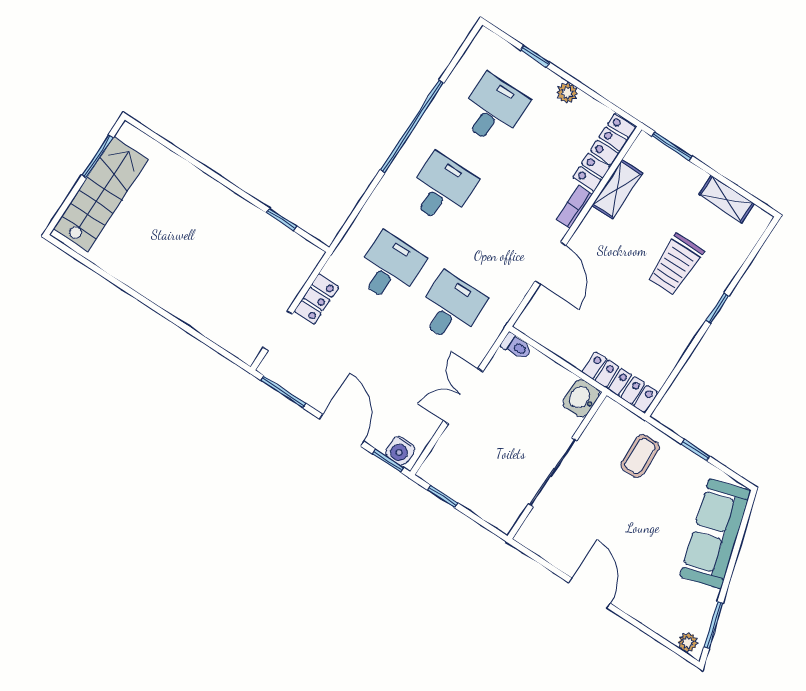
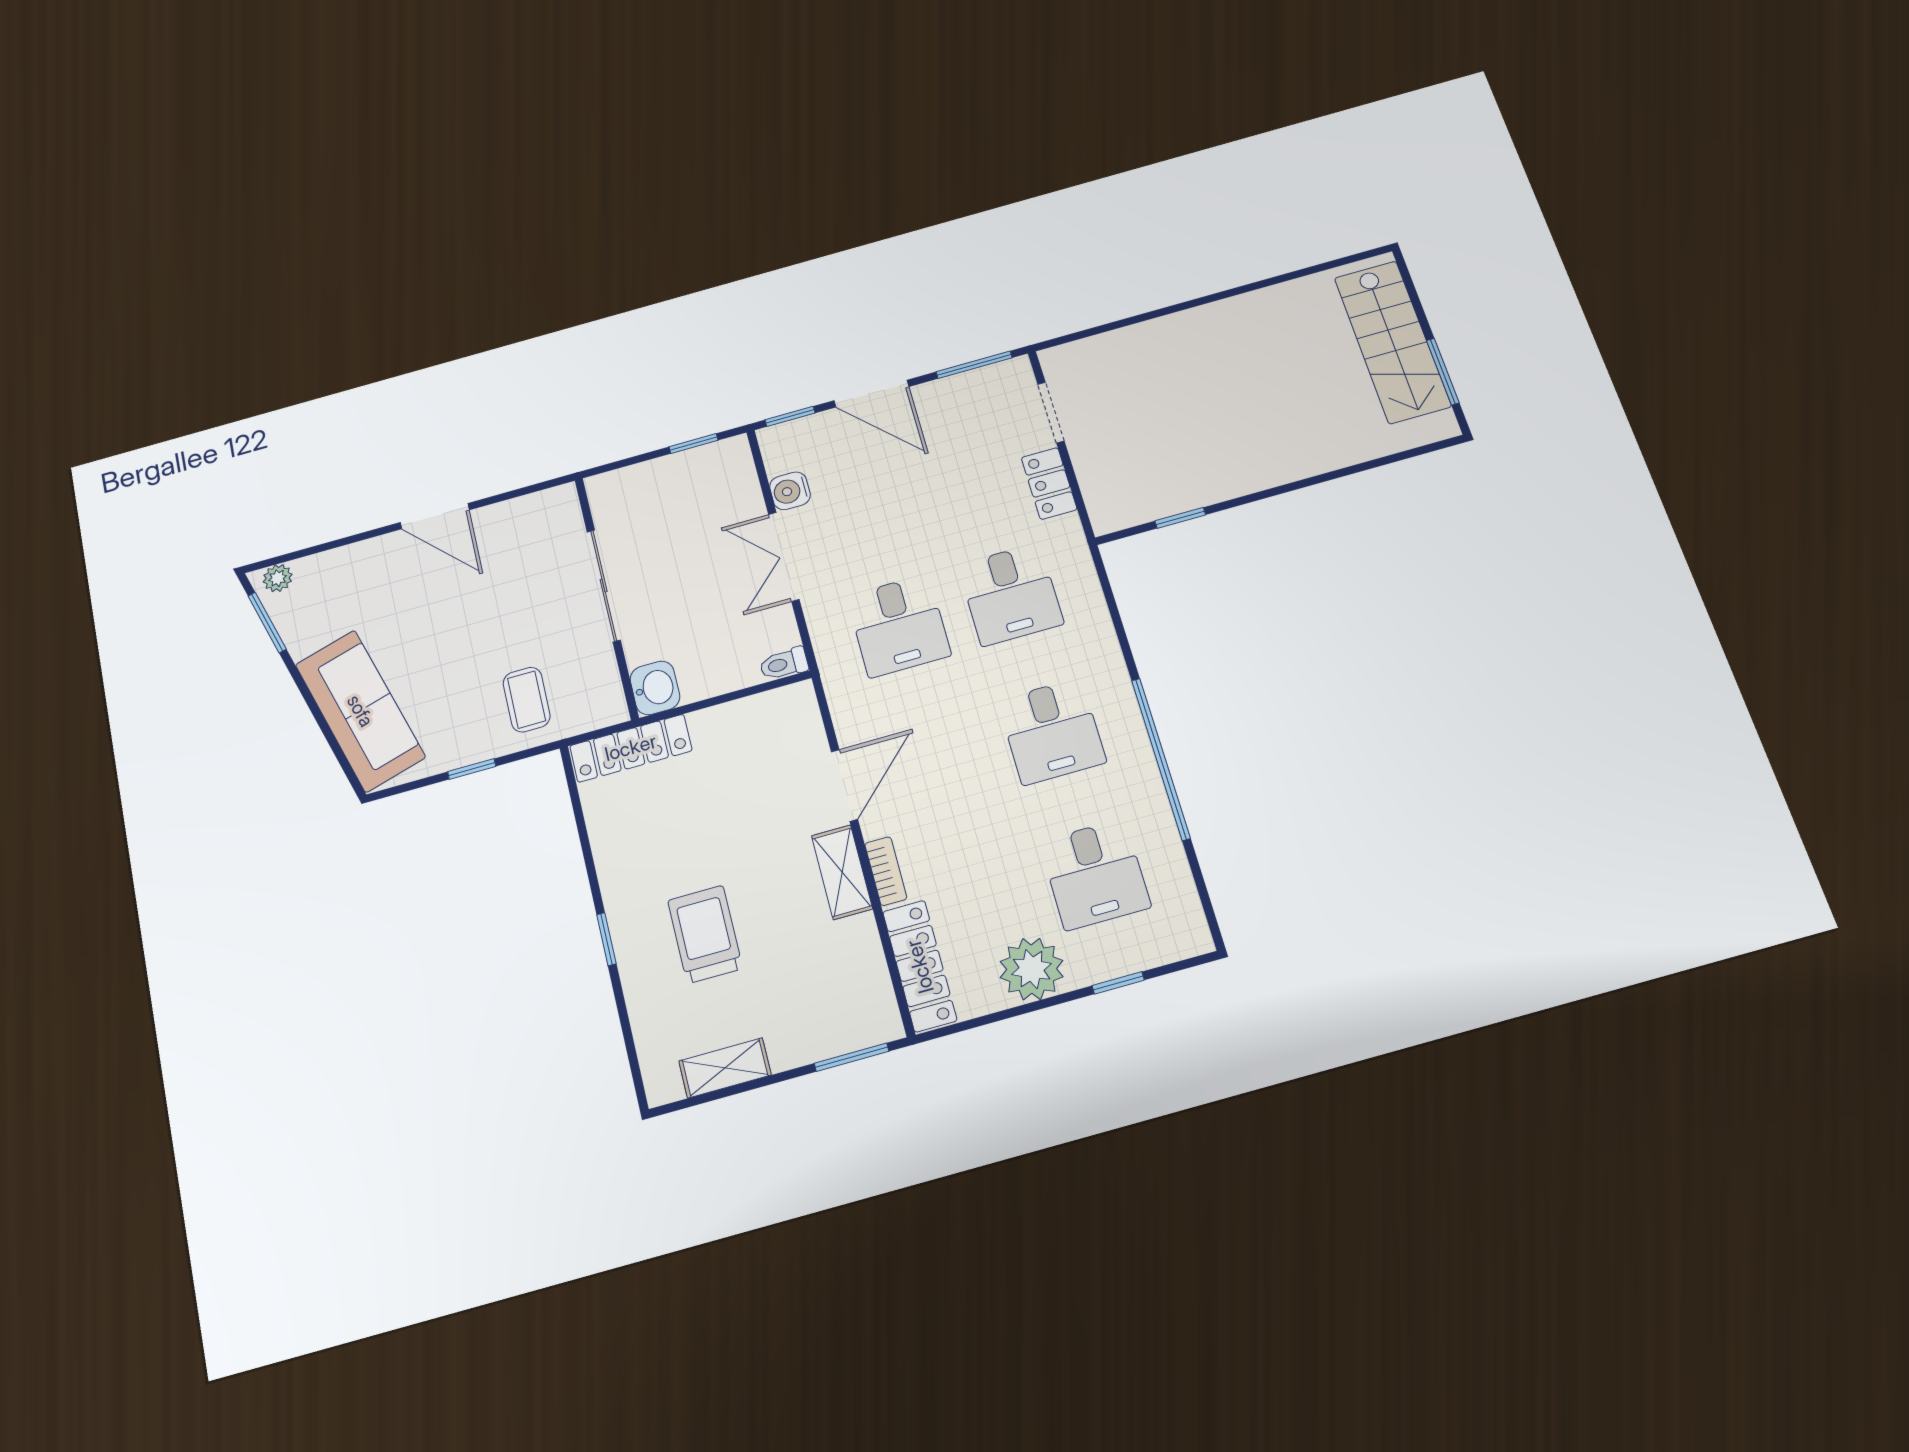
plant: (567, 93) -> (1032, 969), width x1.88, depth x1.88
shelving: (617, 189) -> (842, 872), moved
door: (551, 263) -> (845, 785), swing flipped
double door: (463, 396) -> (784, 557), swing flipped
water cooler: (400, 451) -> (790, 491), moved, turned -90

